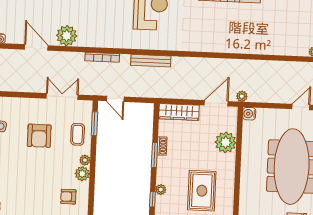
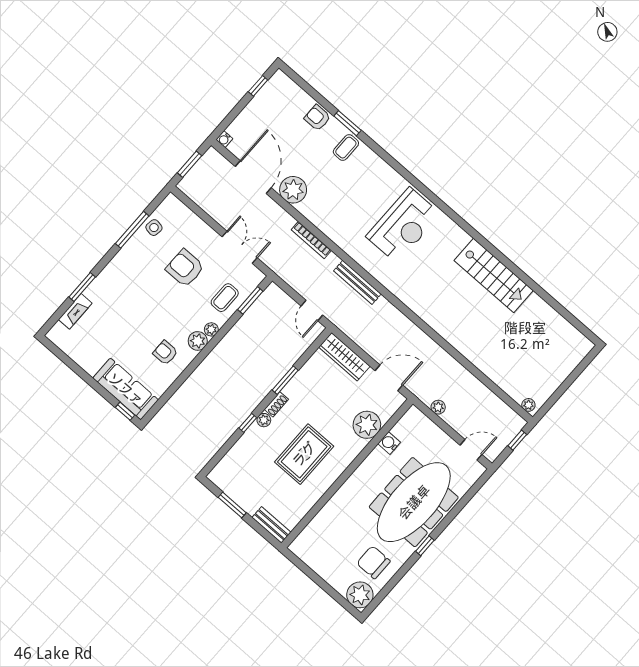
door: (36, 47) -> (253, 177), width x1.36
plant: (242, 96) -> (438, 407), moved
door: (115, 99) -> (312, 311), moved
water cooler: (249, 114) -> (389, 443), moved
armchair: (39, 136) -> (185, 268), turned 90
shoe rack: (162, 146) -> (276, 404), moved

